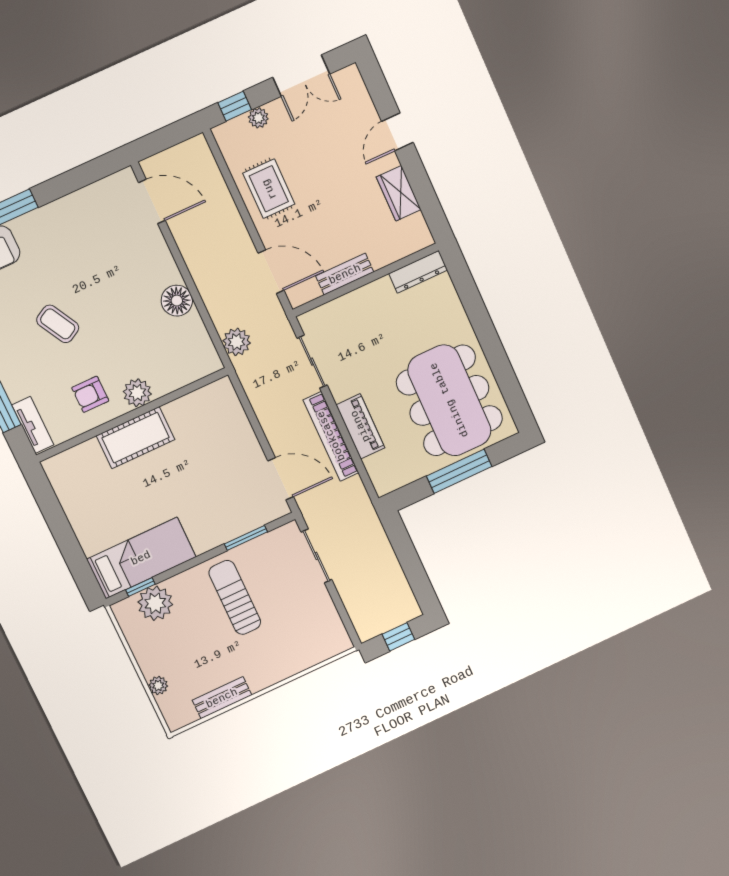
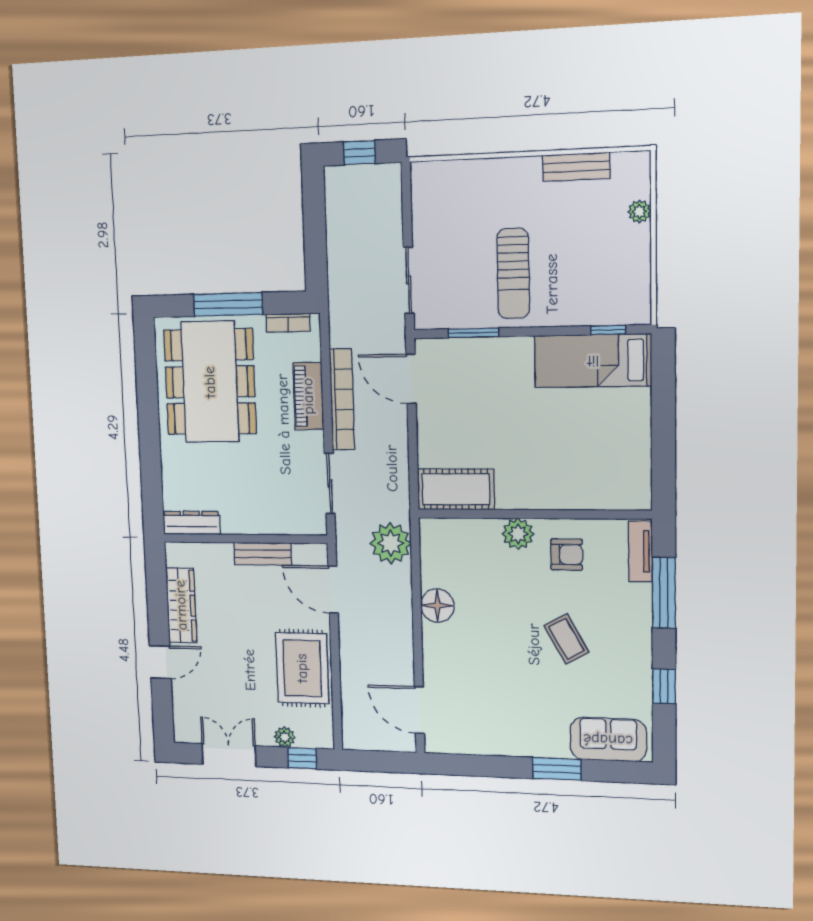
rug: (269, 189) -> (302, 668), width x1.36, depth x1.43
wardrobe: (399, 193) -> (181, 605), width x1.50
plant: (237, 342) -> (391, 543), width x1.36, depth x1.36
cot: (136, 438) -> (456, 489), moved
bookcase: (402, 479) -> (288, 323), added
plant: (155, 603) -> (601, 305), removed

